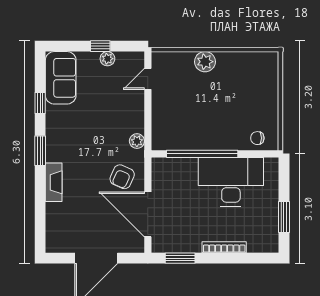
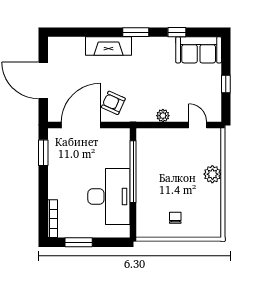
plant: (107, 59) -> (215, 90), removed
chair: (257, 138) -> (175, 218), moved
plant: (137, 141) -> (163, 116), moved
fireplace: (54, 182) -> (109, 46), width x1.37, depth x1.32
bookcase: (224, 247) -> (53, 219), moved

